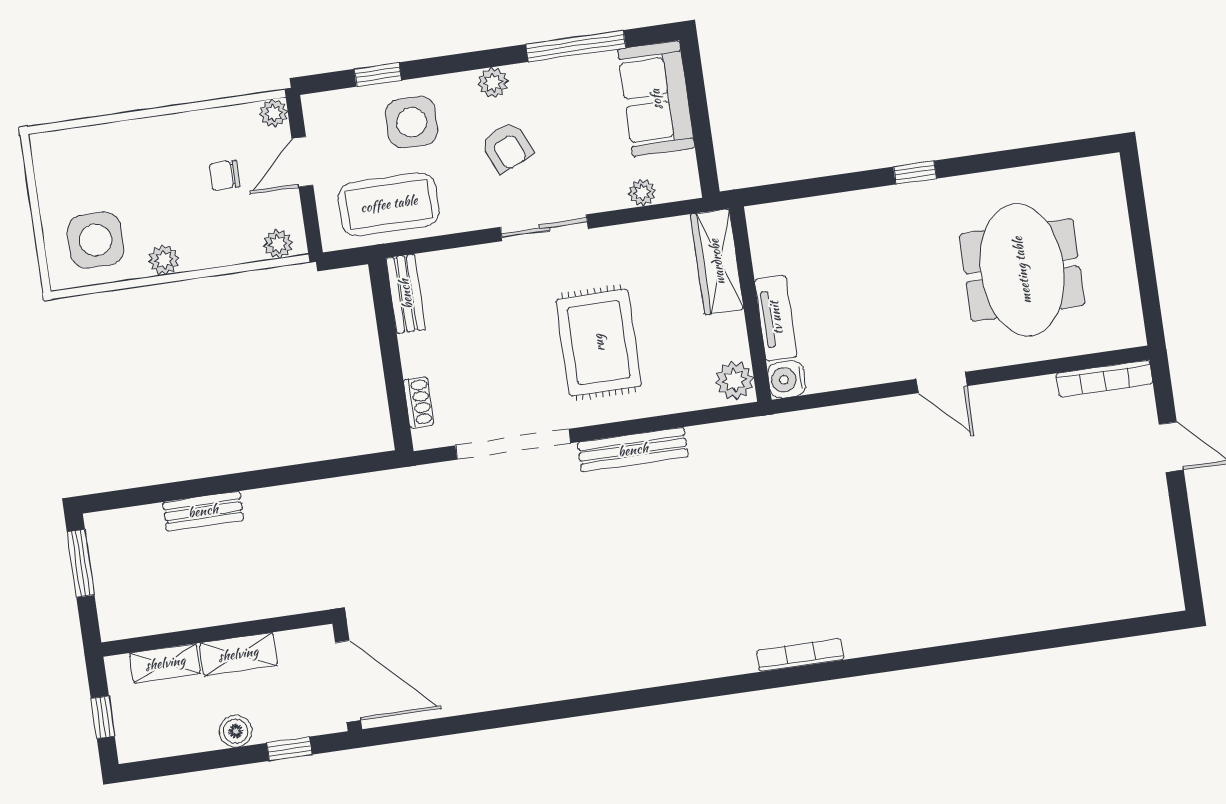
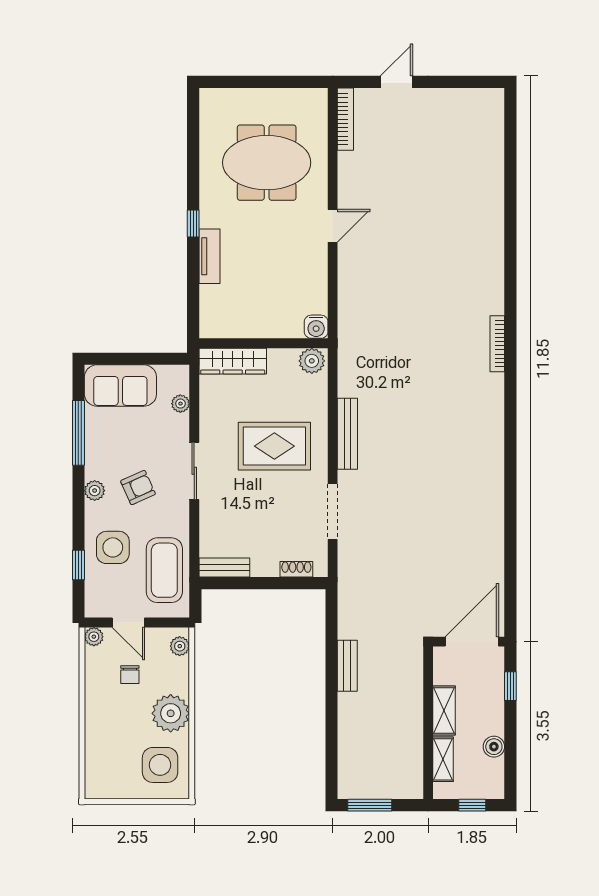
plant: (164, 260) -> (171, 713), width x1.87, depth x1.87
tv unit: (776, 318) -> (209, 256), moved, turned 90
doorway: (513, 444) -> (333, 512), width x0.73
bench: (203, 511) -> (347, 666), moved
boiler: (236, 731) -> (494, 747), moved

